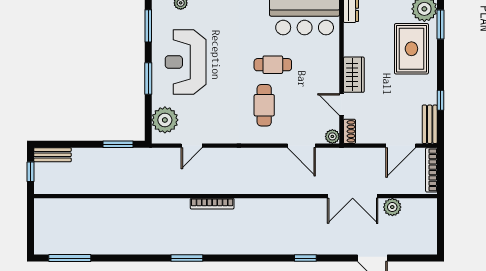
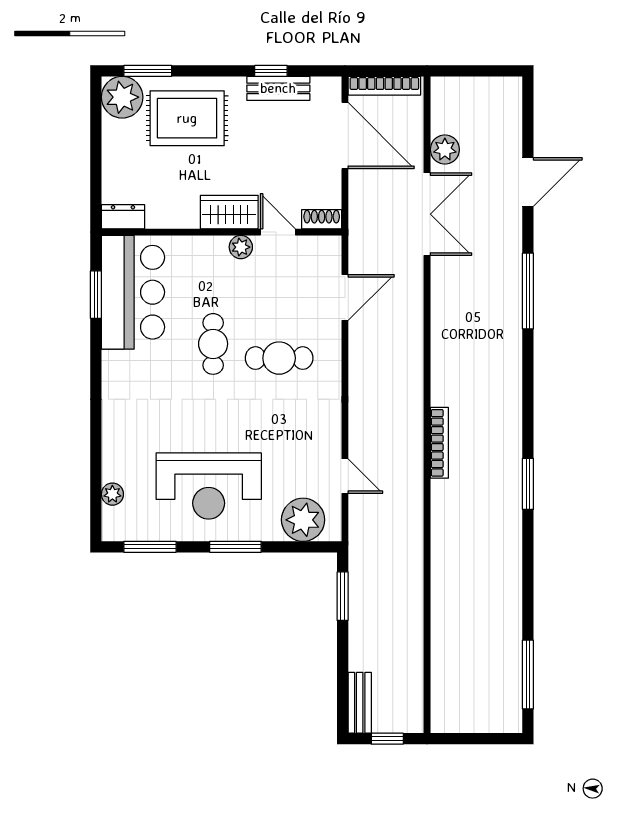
door: (342, 105) -> (278, 232), swing flipped
bench: (430, 124) -> (278, 88), moved
plant: (332, 136) -> (241, 247), moved
door: (401, 146) -> (345, 136), width x1.36
window: (305, 258) -> (528, 291), width x2.17

